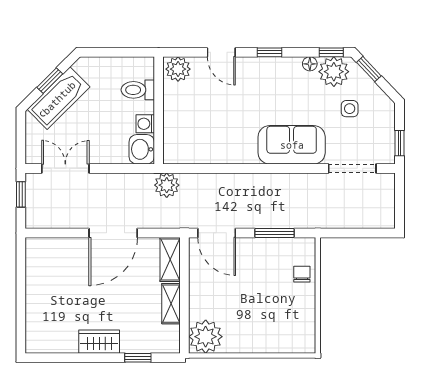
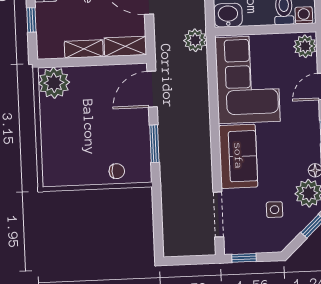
washing machine: (145, 124) -> (304, 15), moved
corner sofa: (211, 131) -> (248, 79), added

